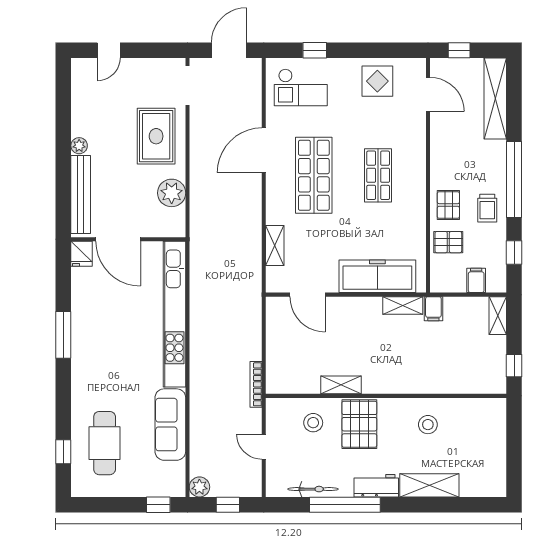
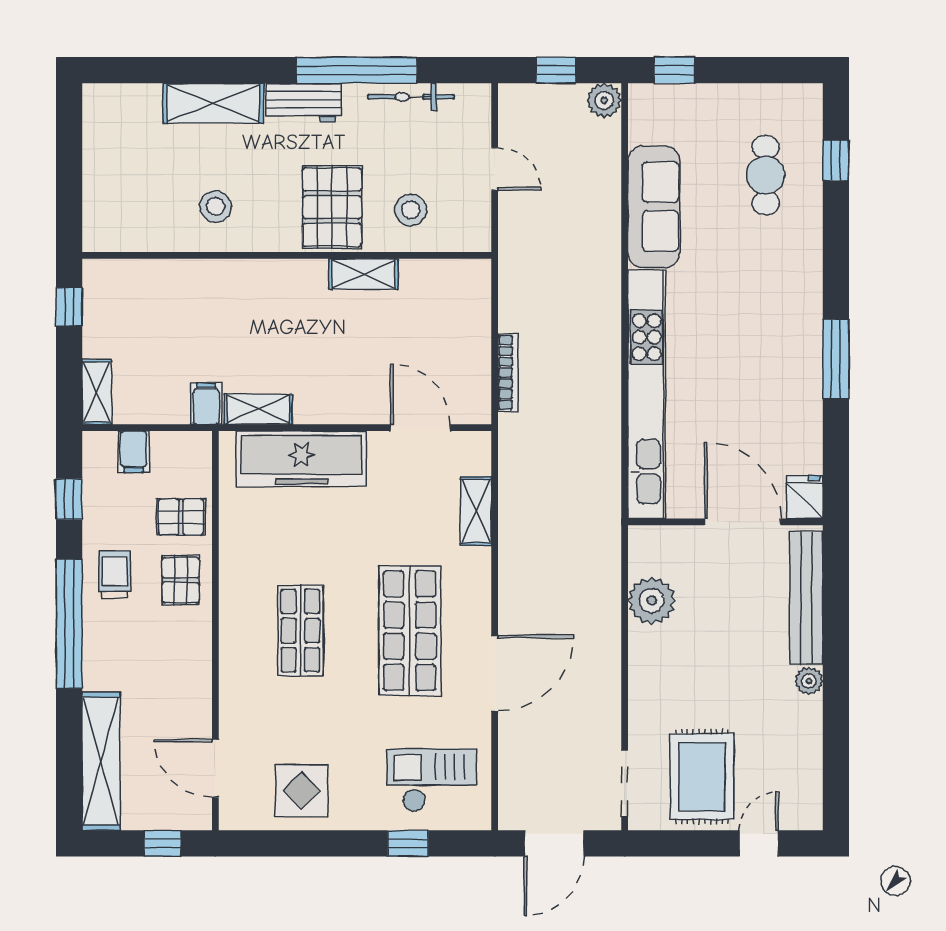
rug: (156, 136) -> (702, 777), moved
bookcase: (256, 384) -> (508, 372), moved
cafe table: (105, 443) -> (766, 175), width x0.73, depth x0.74

